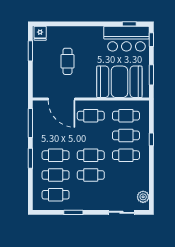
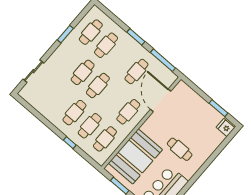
cafe table: (67, 61) -> (180, 149), moved
door: (61, 99) -> (161, 100), hinge flipped
cafe table: (56, 155) -> (136, 72), moved
plant: (143, 197) -> (31, 98), removed

